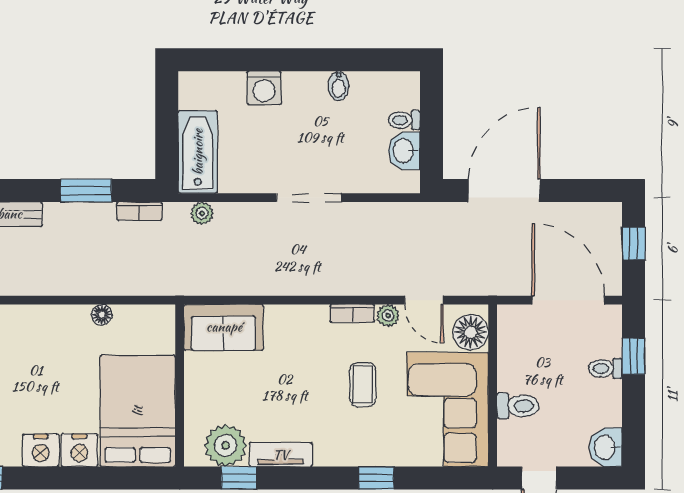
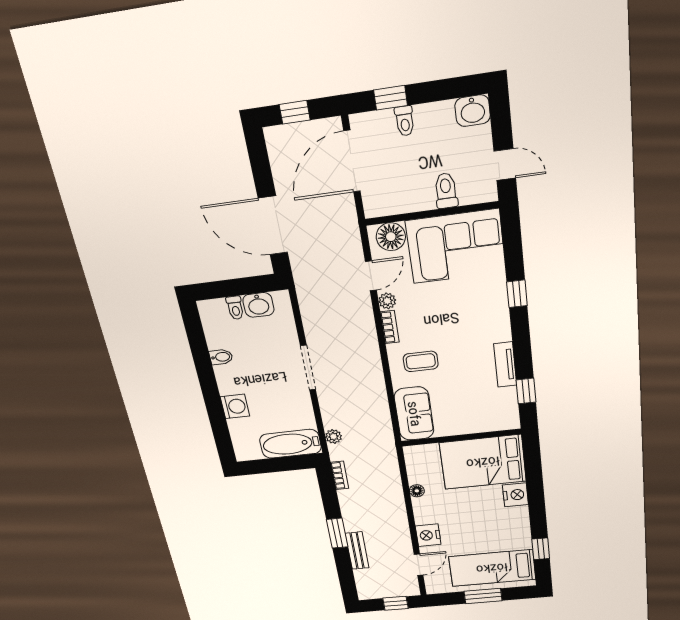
window: (86, 191) -> (337, 533), moved
coffee table: (363, 385) -> (421, 361), moved
plant: (226, 445) -> (502, 403), removed
nightstand: (41, 450) -> (428, 535), moved, turned 180

